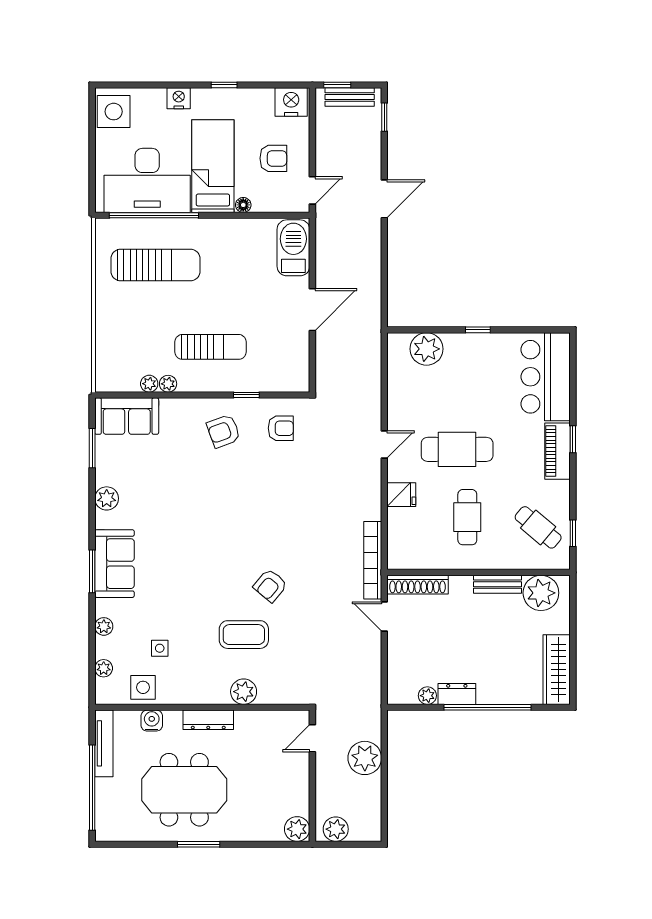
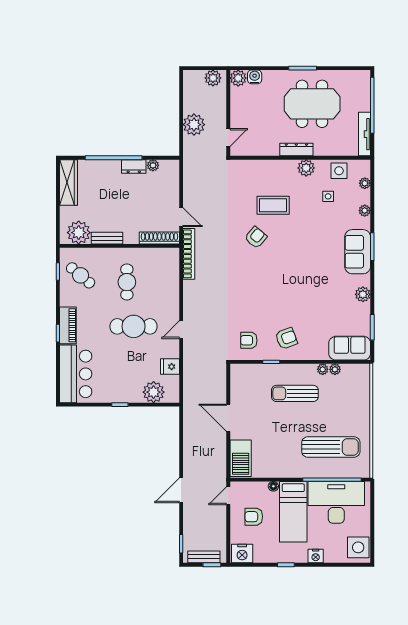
sun lounger: (156, 265) -> (331, 447), turned 180
door: (312, 310) -> (228, 418), hinge flipped
fridge: (401, 495) -> (170, 367), moved
plant: (244, 692) -> (306, 168), moved
water cooler: (152, 721) -> (255, 77), moved, turned 180

